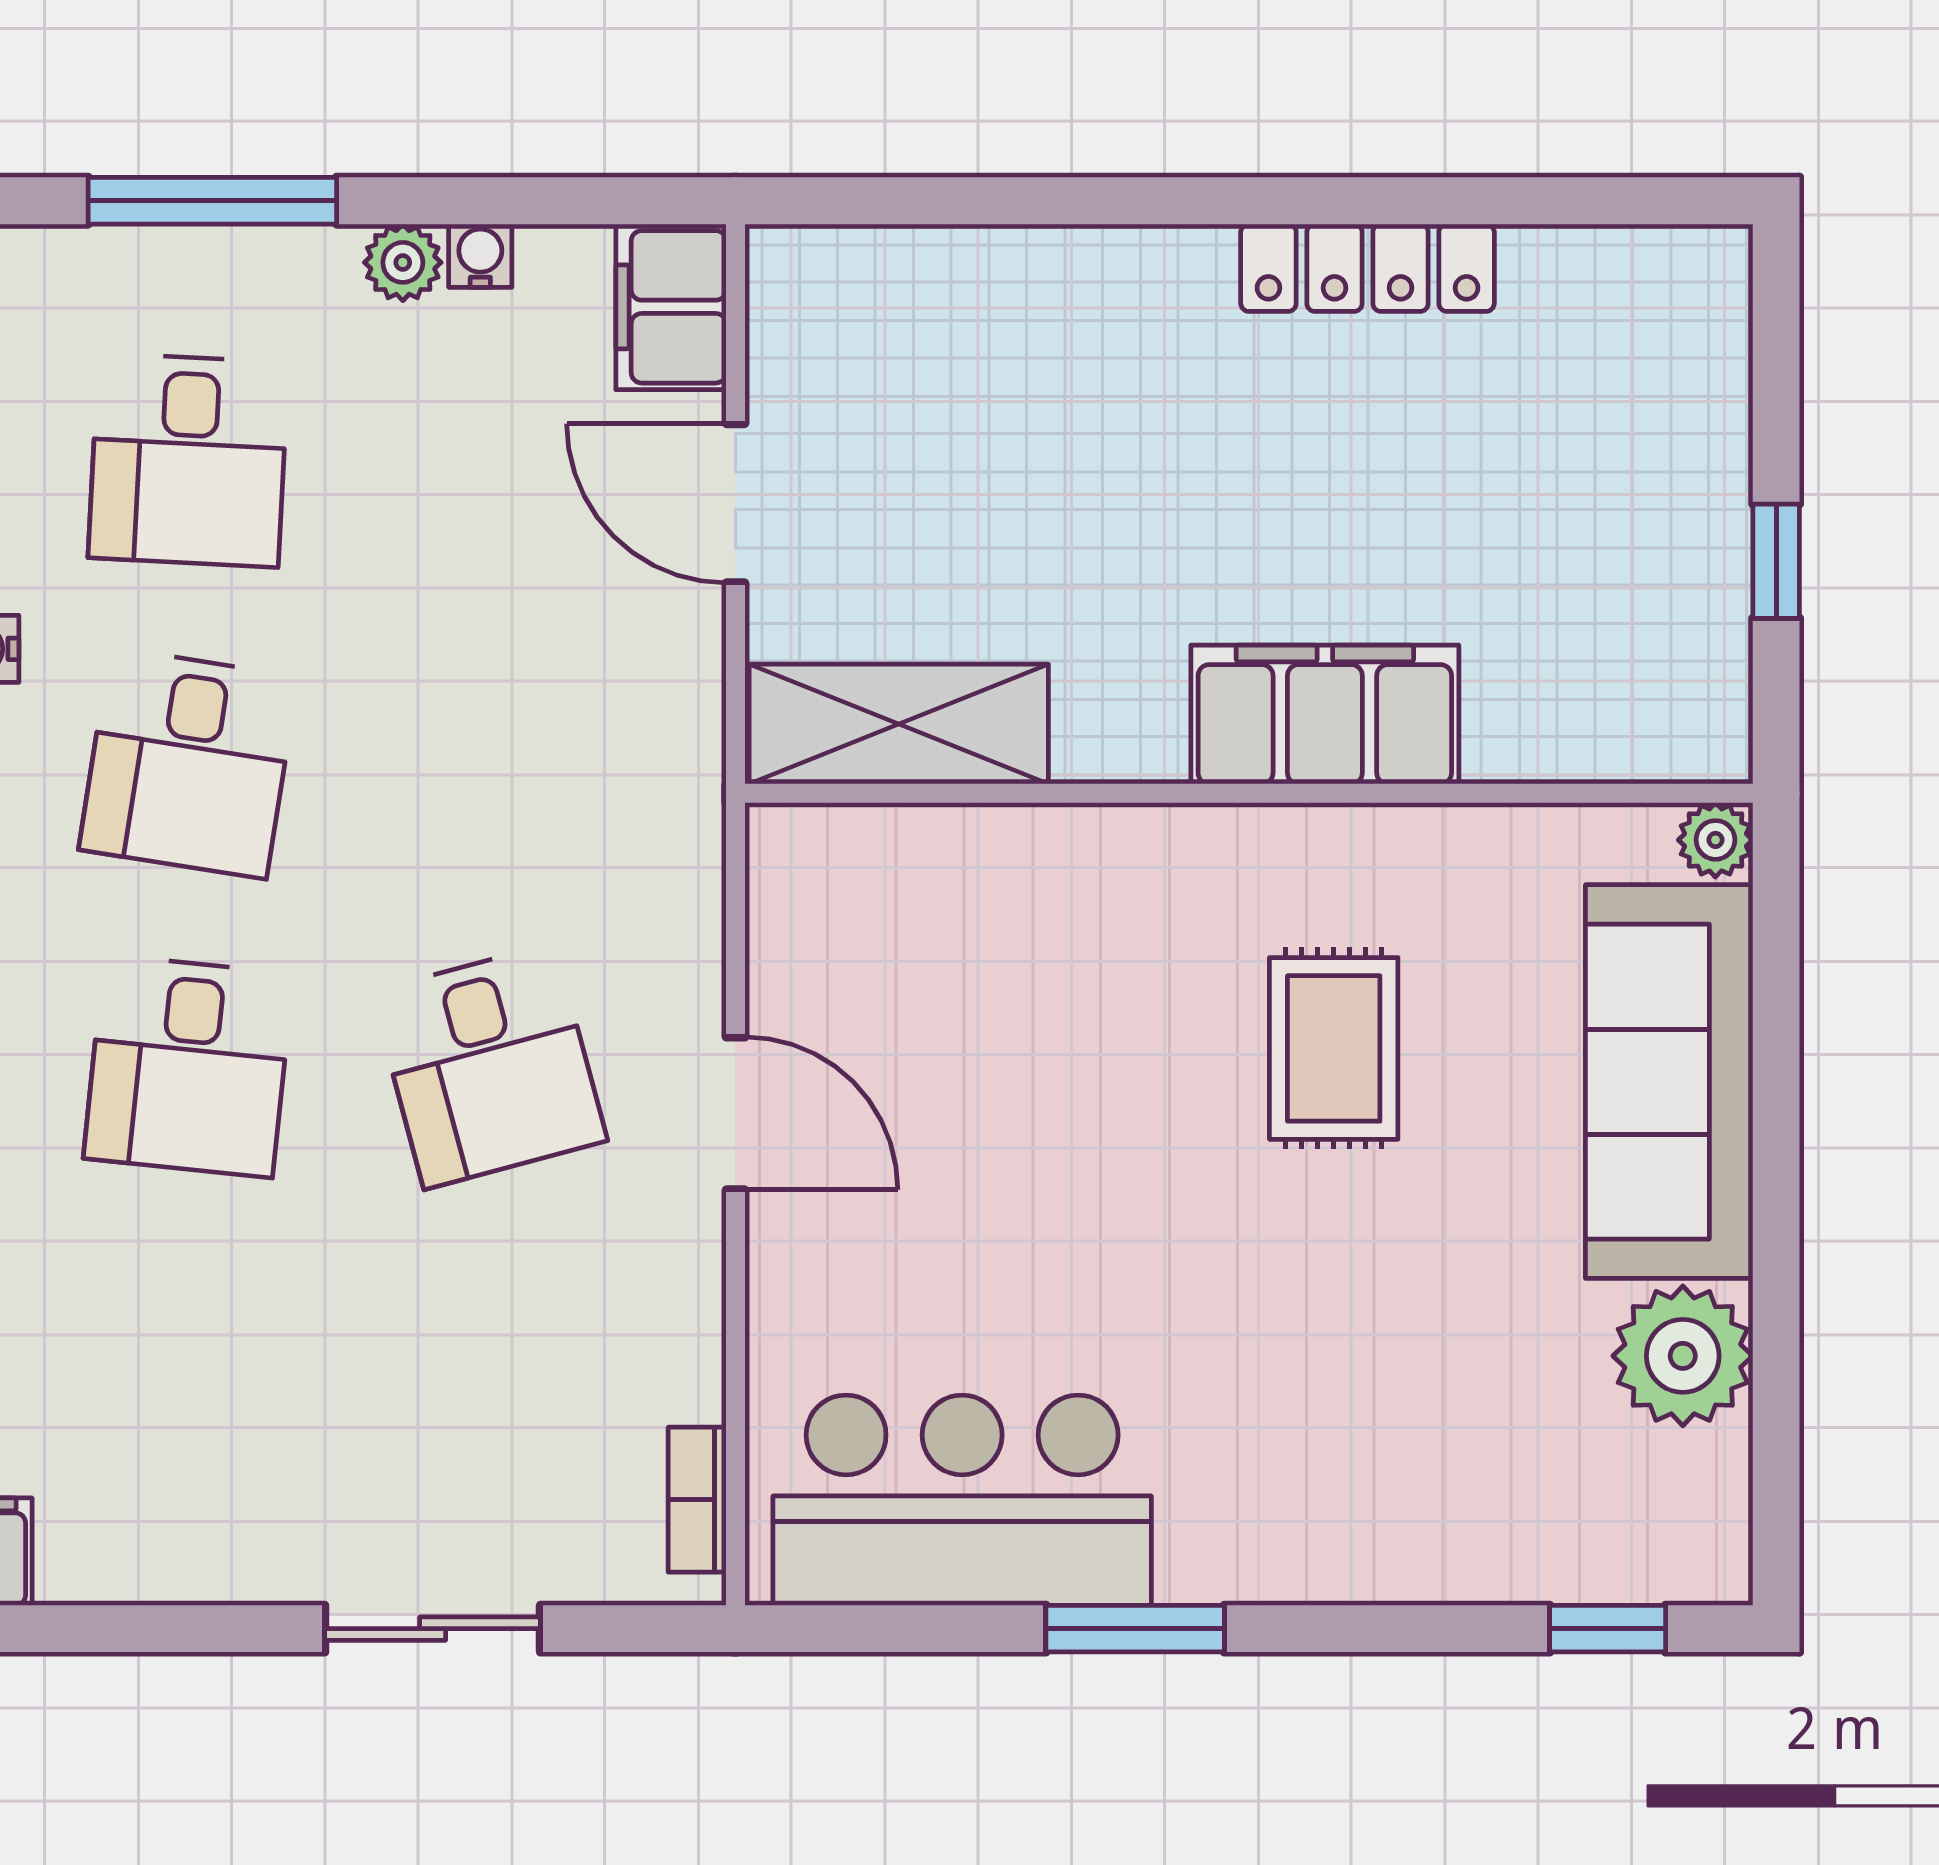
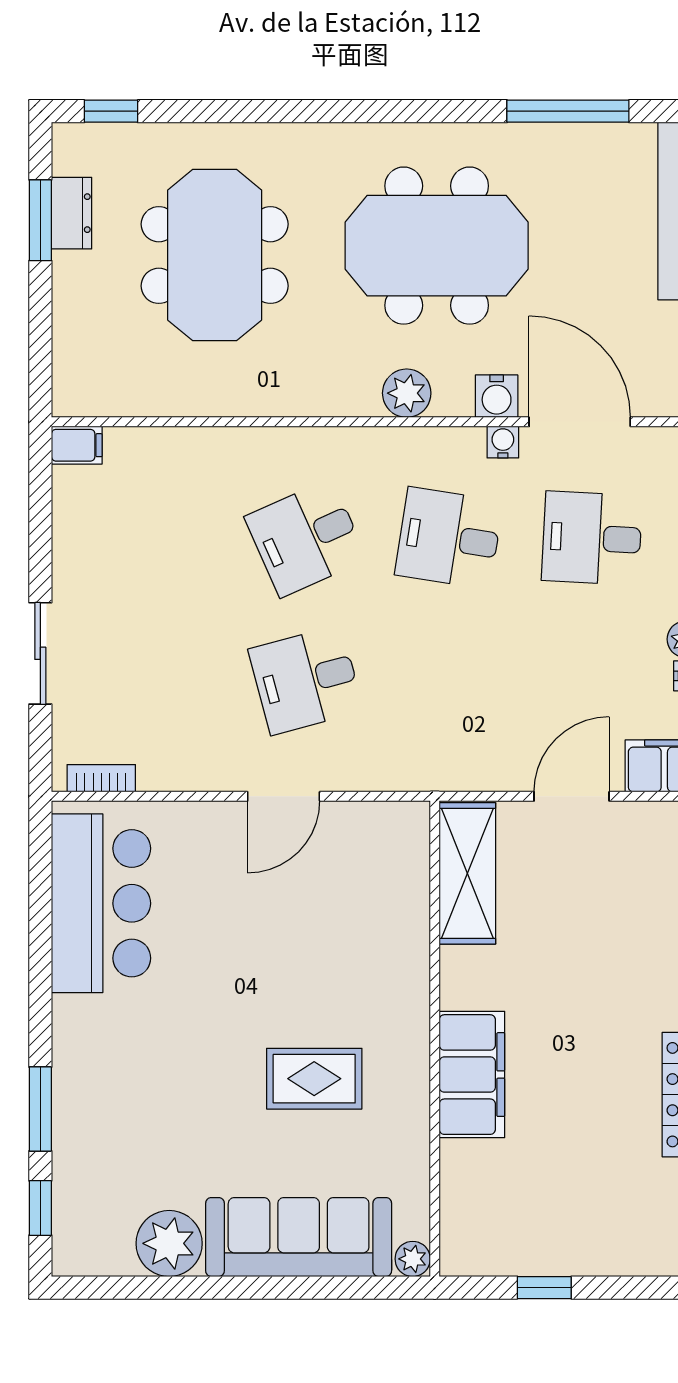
desk: (188, 1066) -> (306, 538), turned -30
window: (1135, 1629) -> (40, 1109), moved

